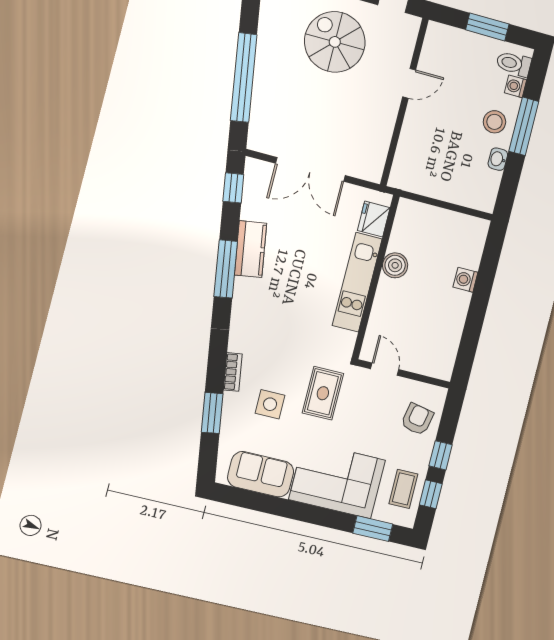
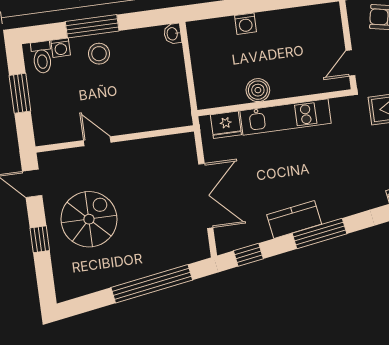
spiral stairs: (335, 42) -> (89, 219), turned 180
washbasin: (498, 159) -> (173, 34), moved, turned 90

